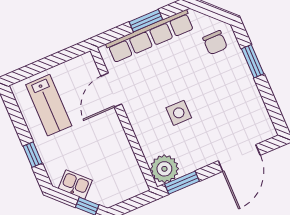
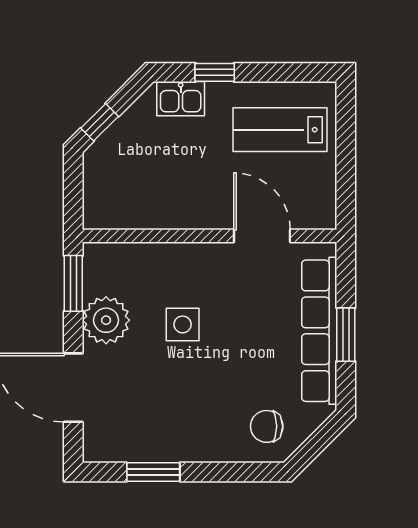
window: (253, 61) -> (153, 472), moved
plant: (164, 169) -> (106, 320), moved
kitchen sink: (75, 184) -> (181, 99), moved, turned 45

